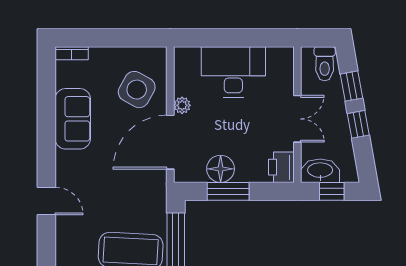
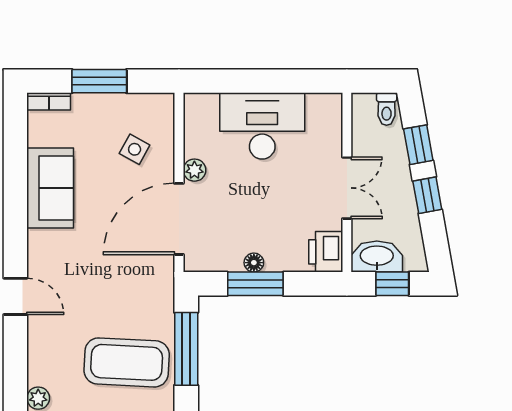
window: (110, 38) -> (99, 81), added
toilet: (325, 64) -> (387, 109), width x0.73, depth x0.72
side table: (137, 90) -> (135, 149), width x0.54, depth x0.54
floor lamp: (221, 169) -> (254, 263), width x0.53, depth x0.53

